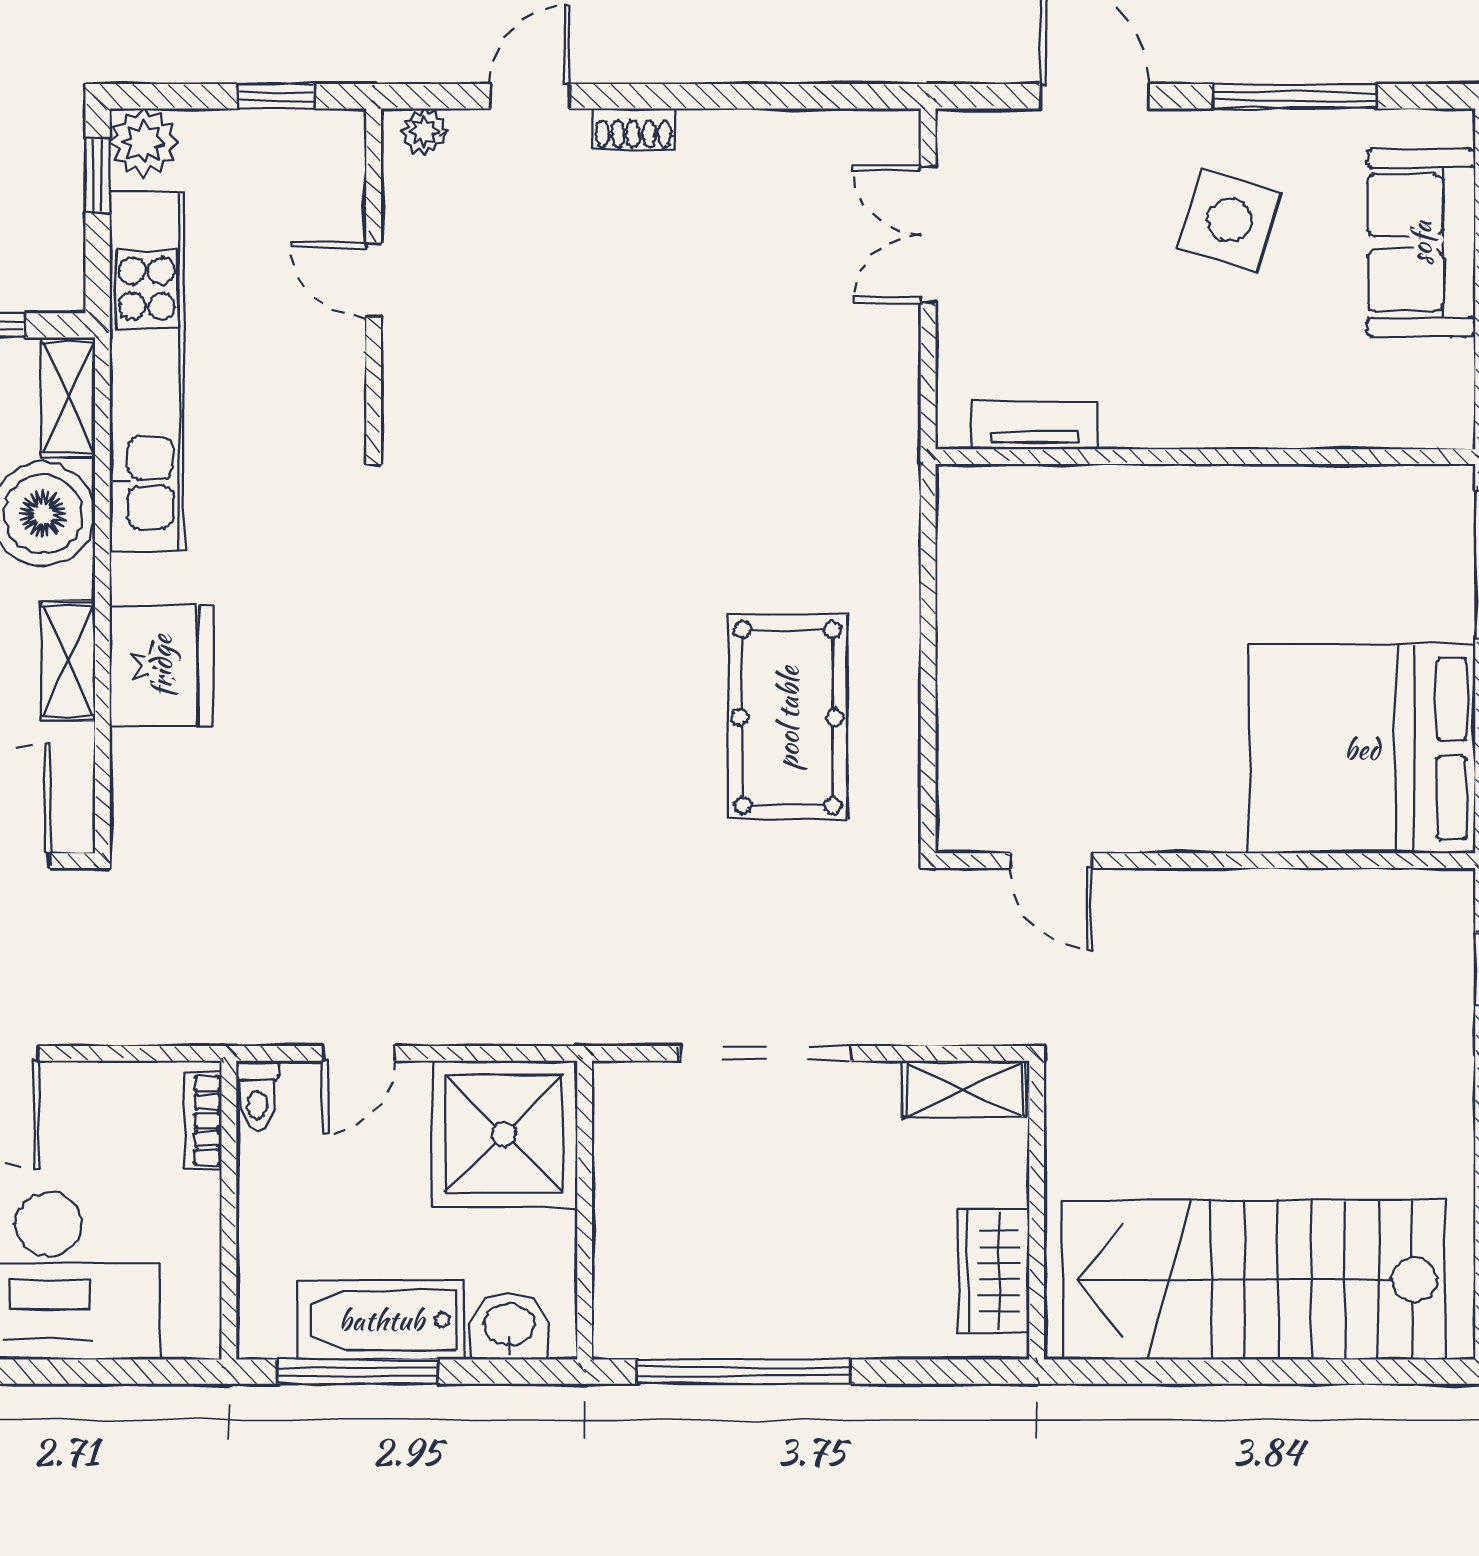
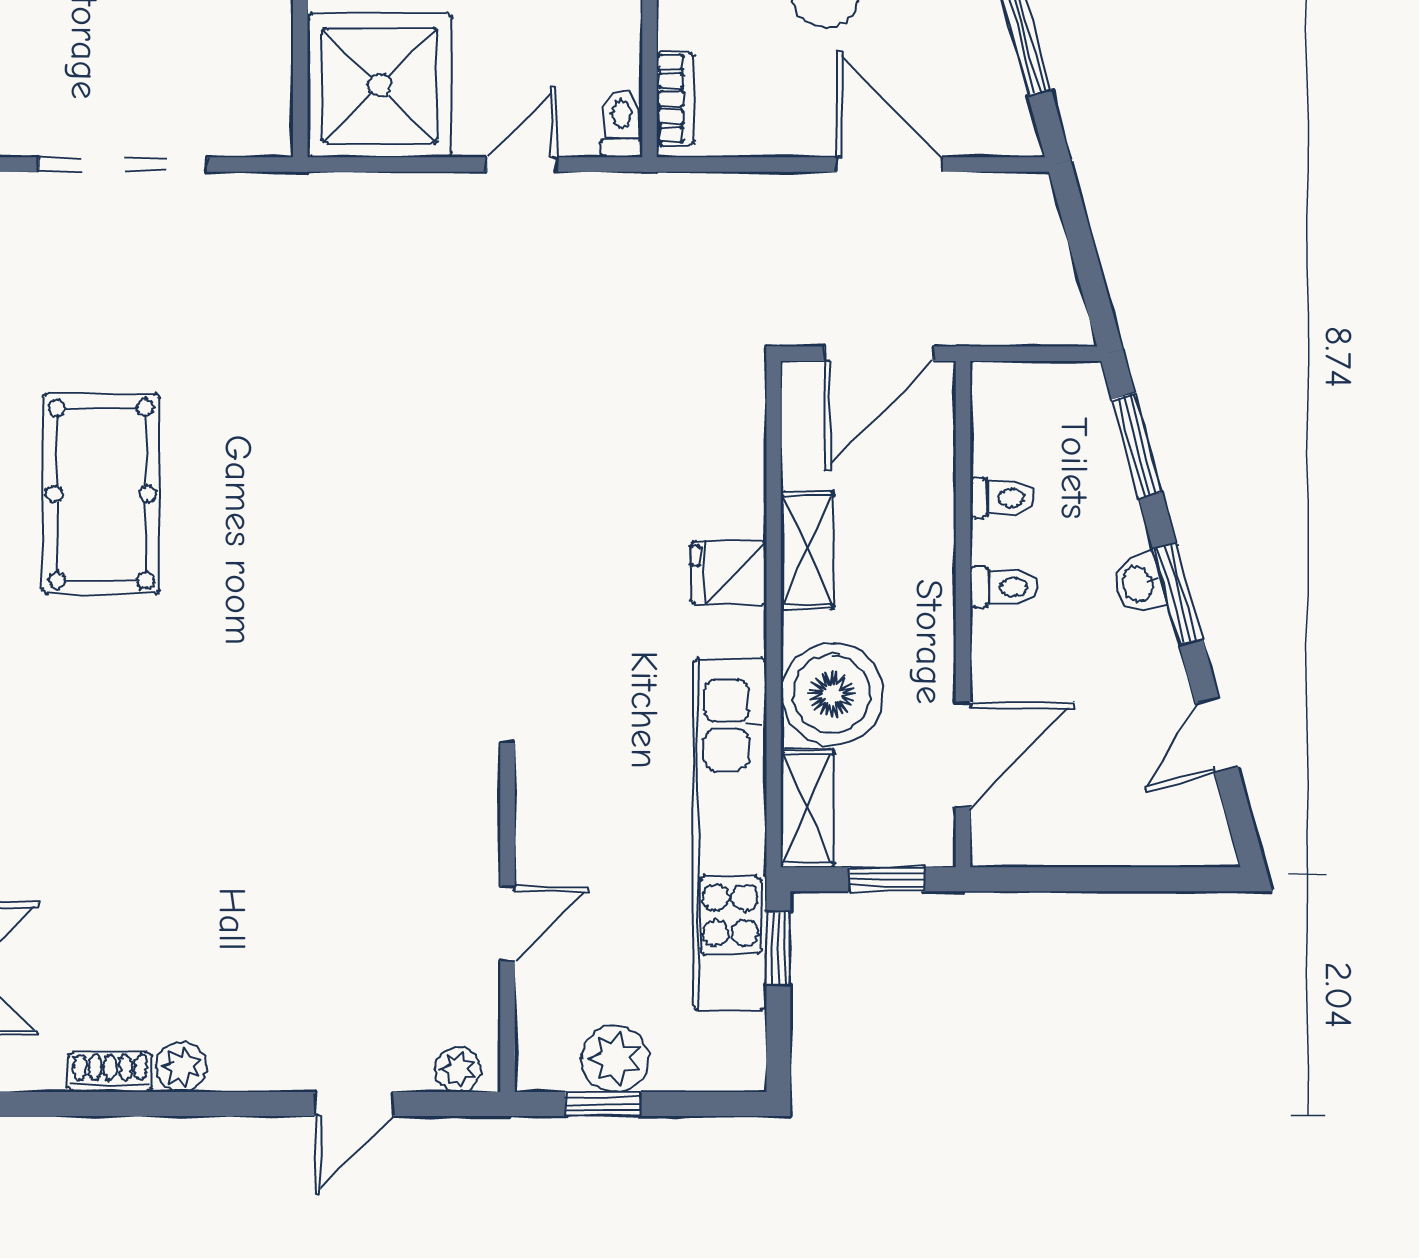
shoe rack: (633, 129) -> (110, 1072), moved
plant: (706, 134) -> (181, 1067), added
plant: (144, 142) -> (615, 1059), moved
window: (98, 176) -> (778, 948), moved
door: (374, 280) -> (507, 924), hinge flipped
fridge: (161, 666) -> (729, 573), width x0.53, depth x0.75

